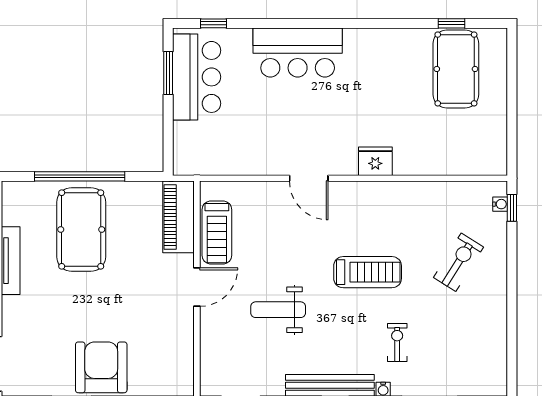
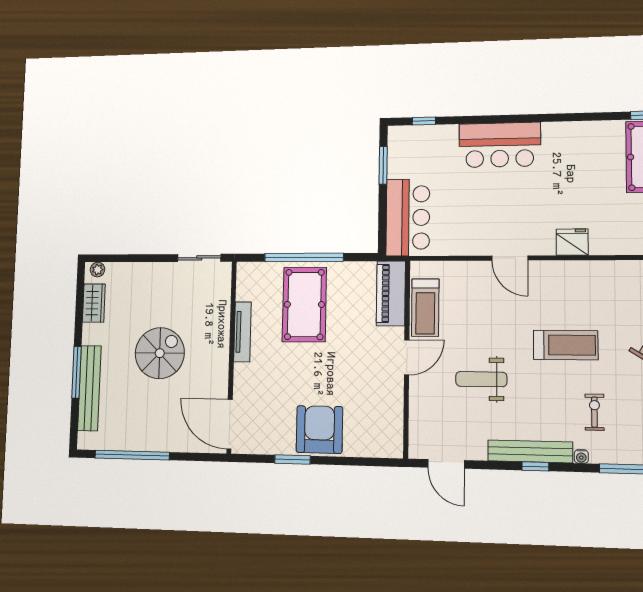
bar counter: (197, 77) -> (408, 218), moved

